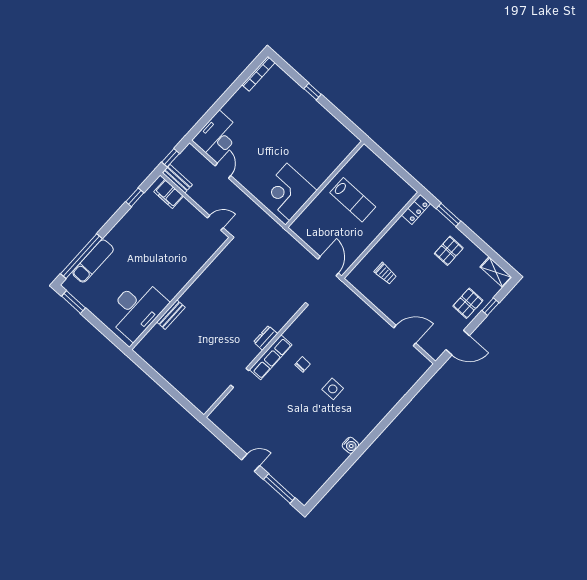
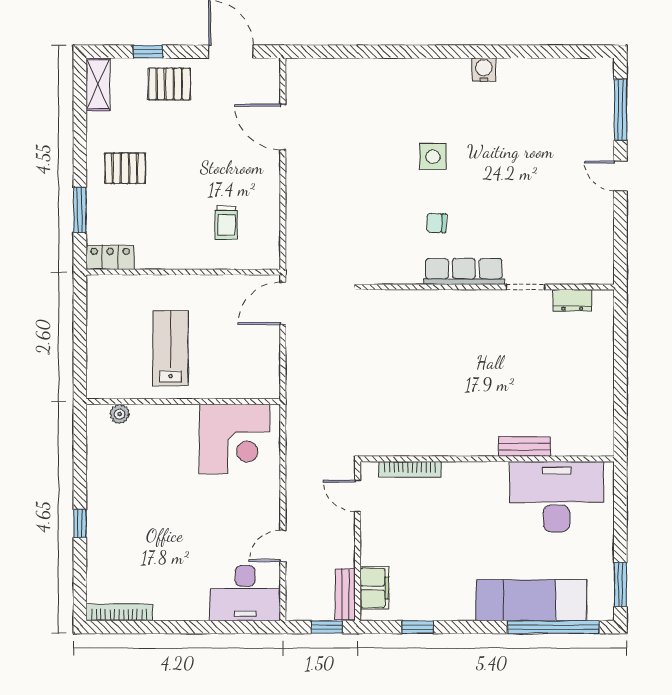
plant: (344, 152) -> (120, 414), added
bookcase: (206, 256) -> (410, 469), added
exam couch: (93, 261) -> (531, 600), width x1.36, depth x1.45
trolley: (385, 273) -> (226, 222), turned 180
dresser: (266, 338) -> (572, 300), moved

